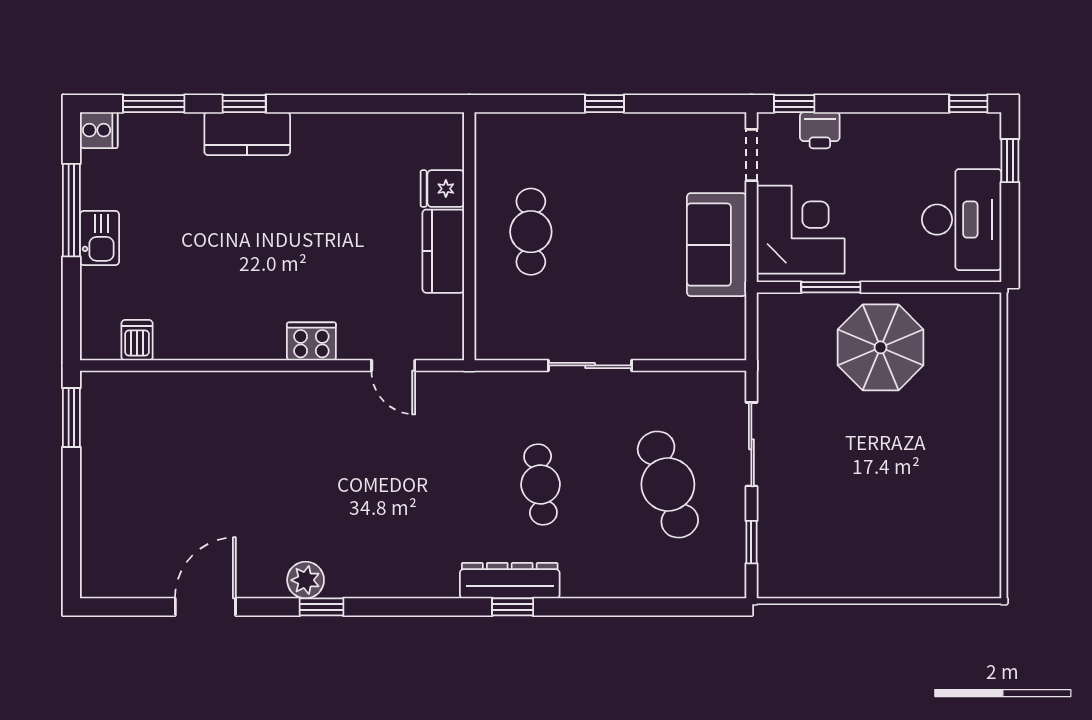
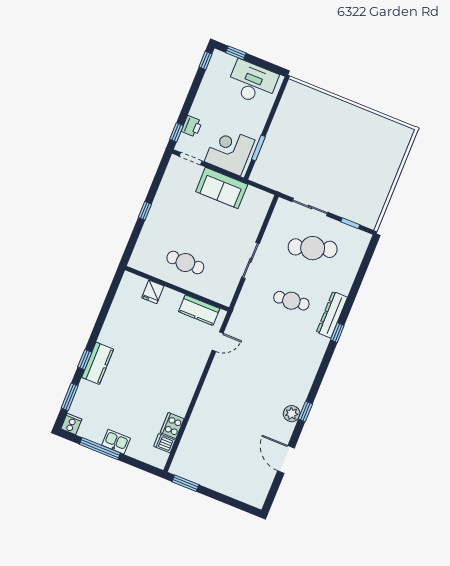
kitchen counter: (443, 251) -> (199, 310), moved
cooker: (311, 341) -> (172, 426), moved
parasol: (881, 347) -> (291, 137), removed
dresser: (510, 581) -> (332, 315), moved

